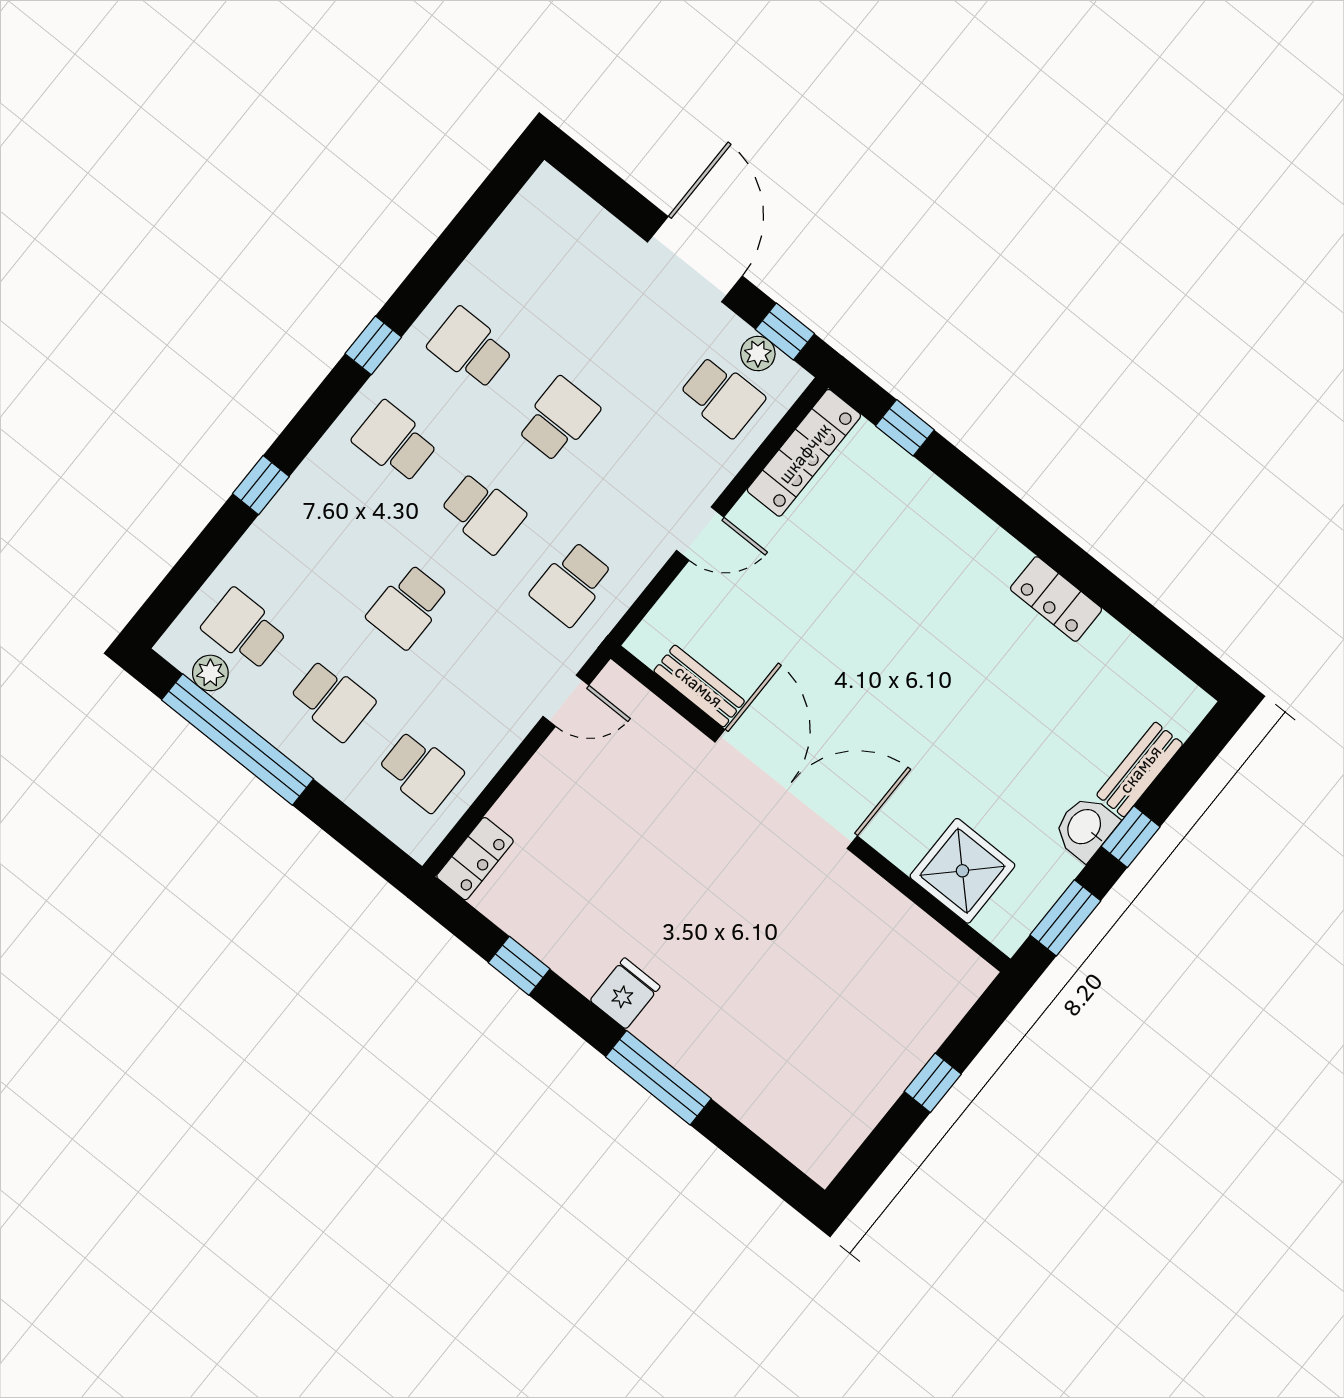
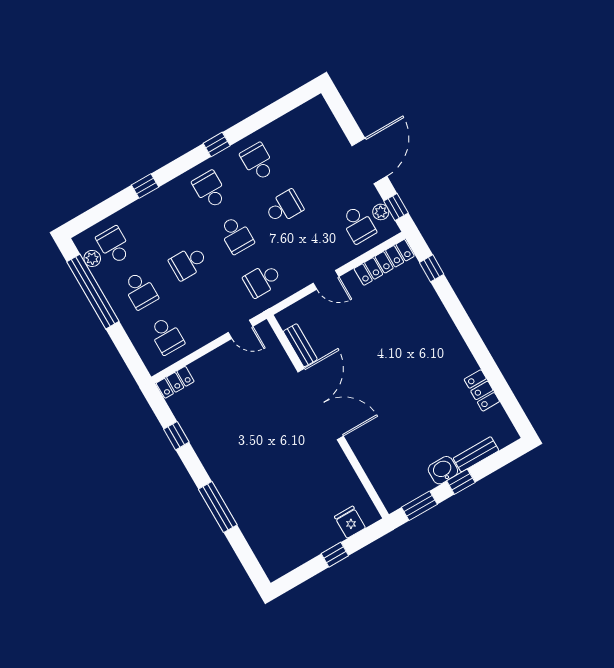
locker: (1056, 599) -> (482, 390), moved
shower: (962, 871) -> (383, 468), removed
fridge: (625, 993) -> (350, 522), moved, turned -90

